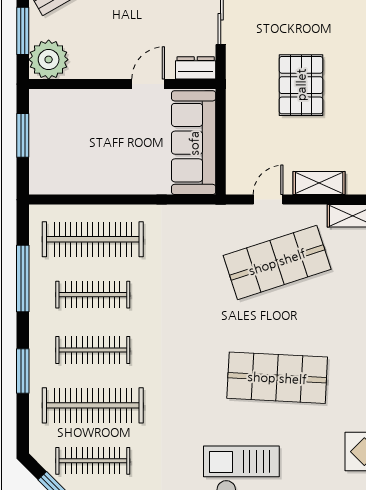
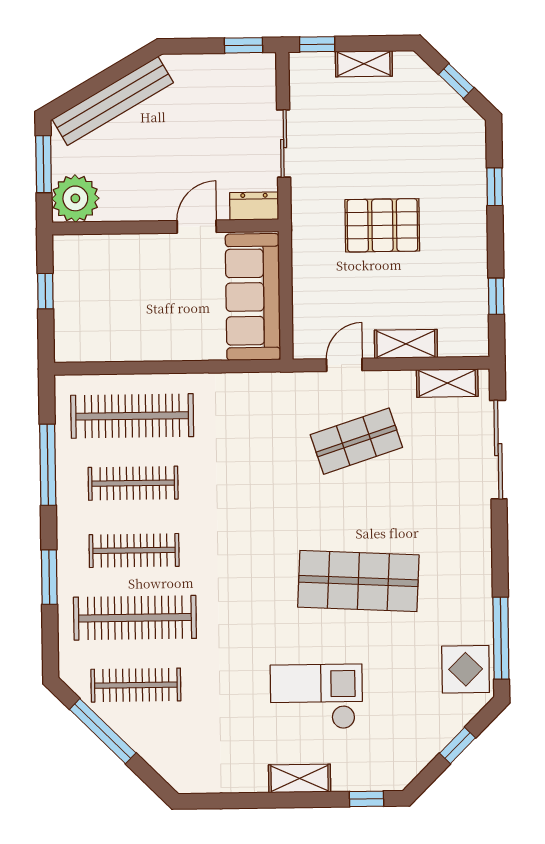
pallet: (301, 85) -> (382, 225), turned 90
window: (23, 135) -> (45, 291), width x0.67
shop shelf: (277, 262) -> (356, 441), width x0.70, depth x0.74

